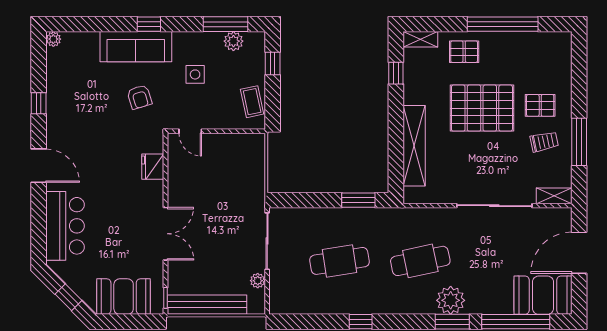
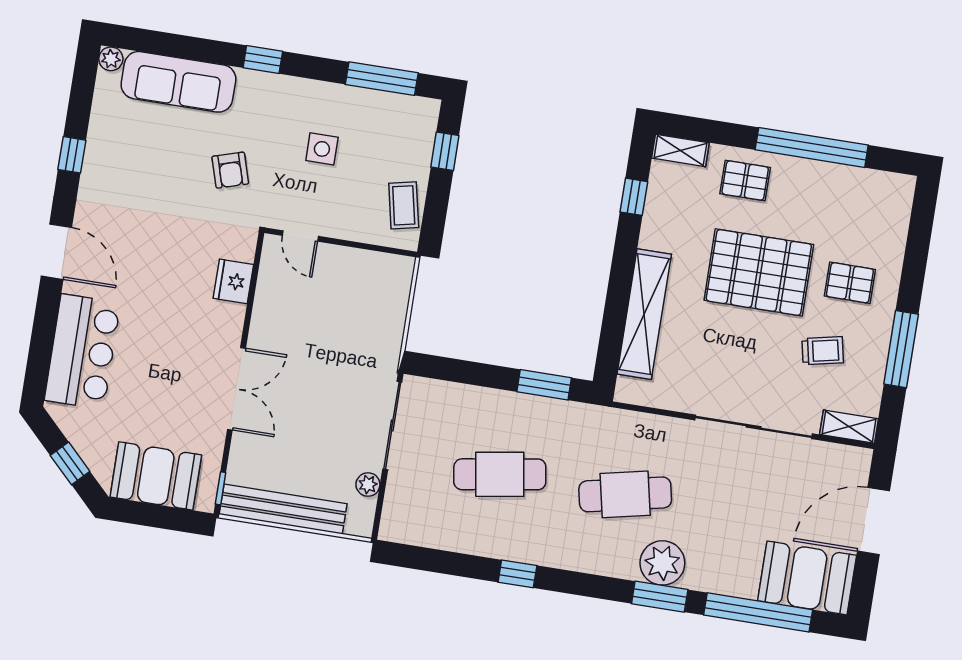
plant: (233, 41) -> (390, 107), removed
sofa: (136, 47) -> (178, 82), moved
trolley: (544, 142) -> (823, 351), moved

